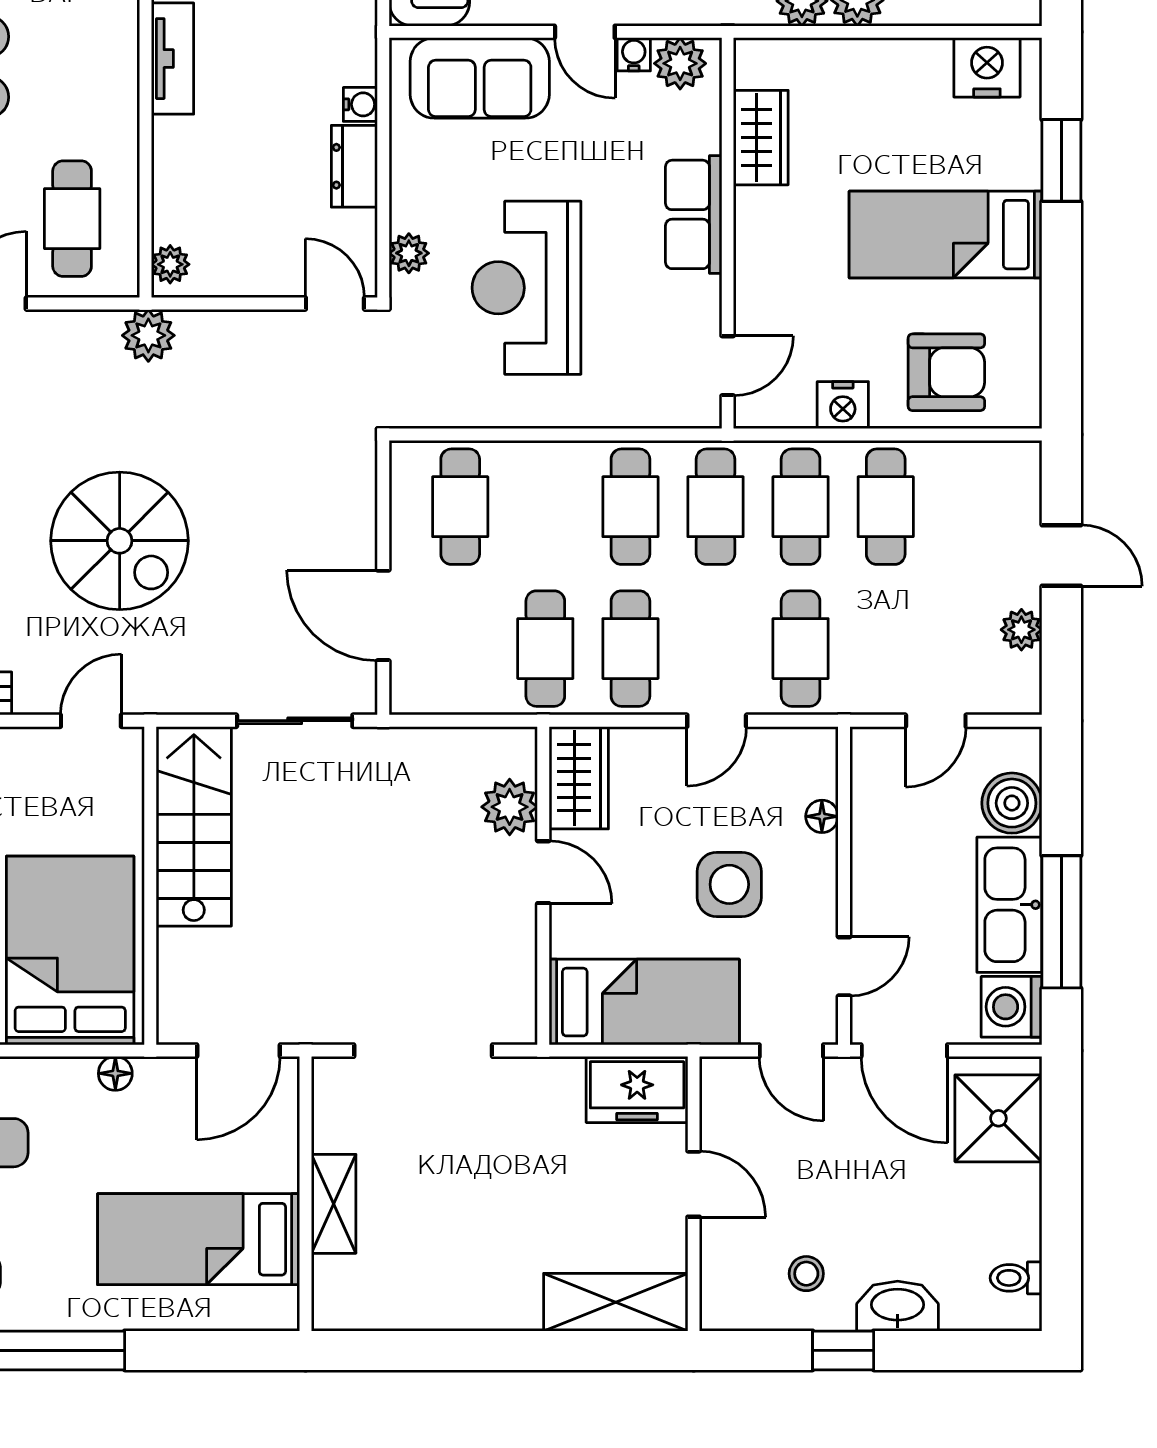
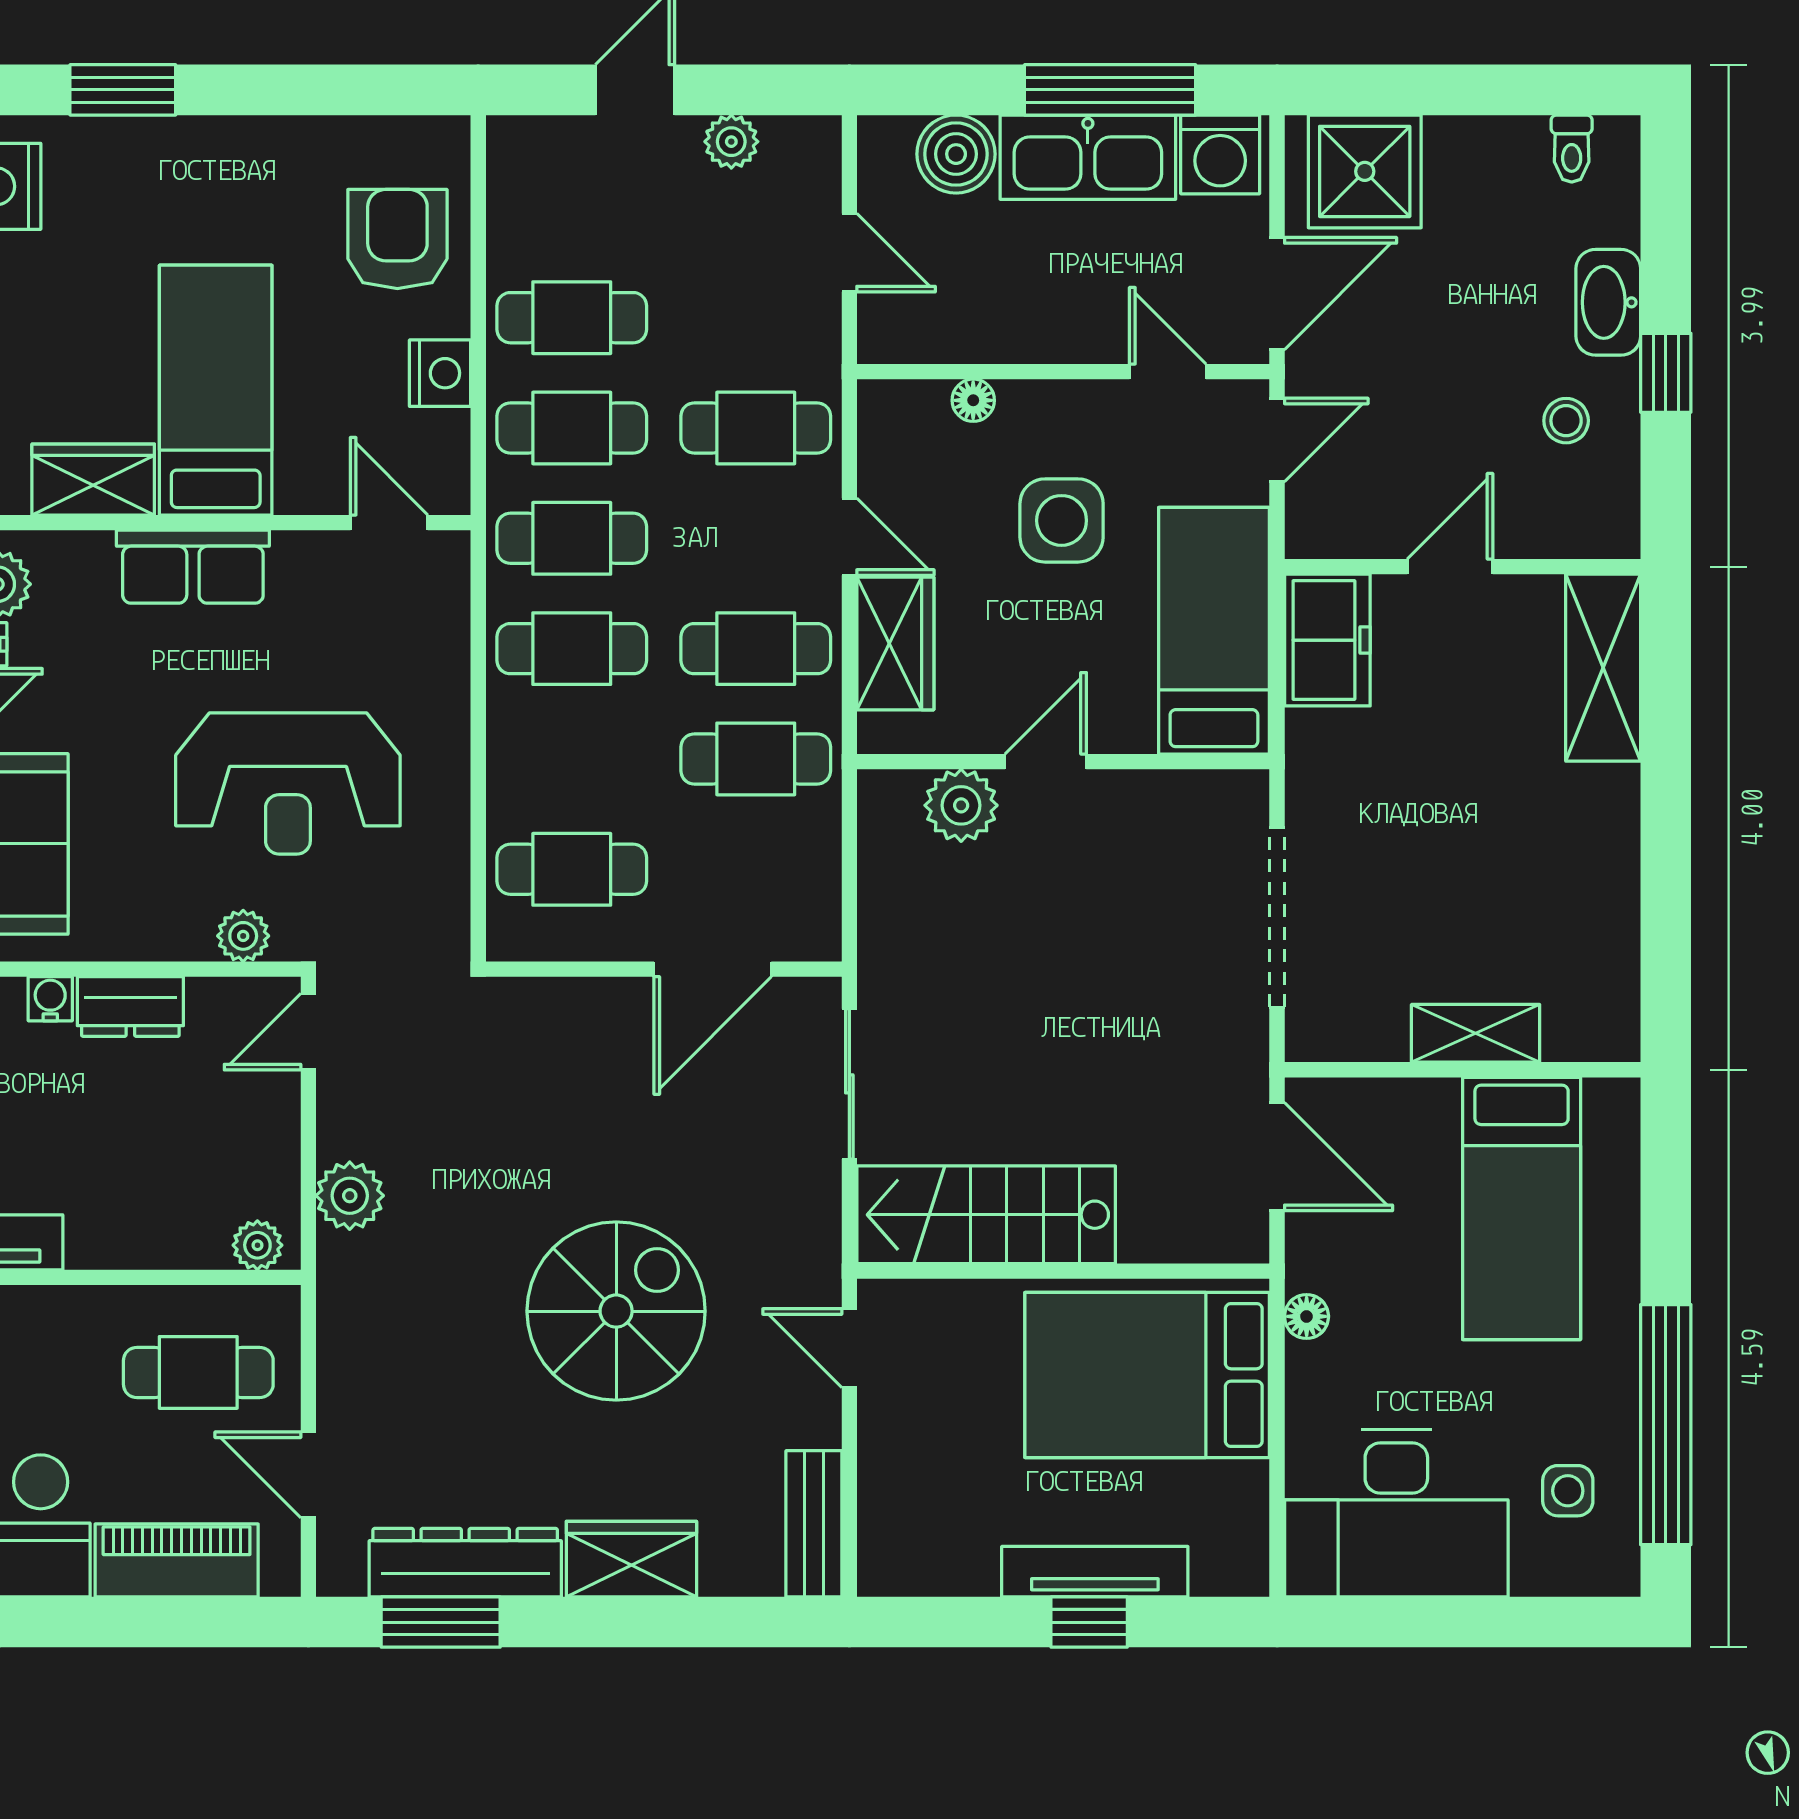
bed: (946, 235) -> (216, 390), moved, turned 180
plant: (148, 335) -> (350, 1196), moved
wardrobe: (579, 778) -> (895, 643), moved, turned 90

